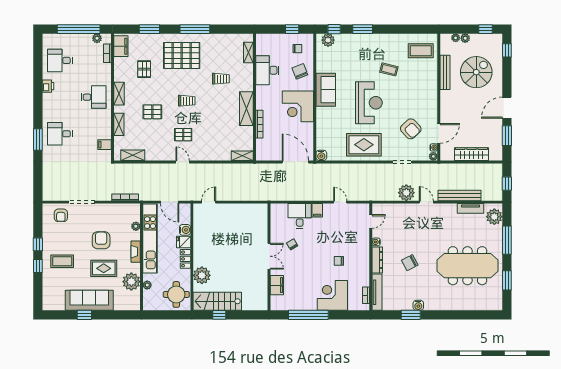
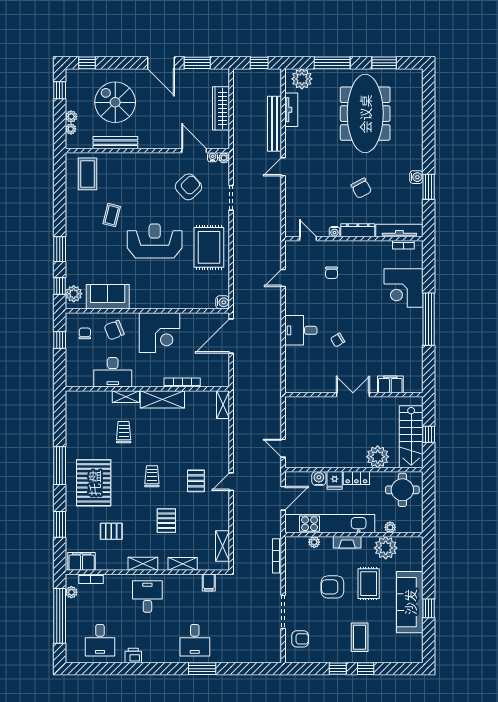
shelving: (248, 52) -> (126, 397), moved
sofa: (326, 90) -> (108, 297), moved
plant: (406, 193) -> (271, 193), removed
filing cabinet: (317, 210) -> (294, 308), removed
double door: (269, 256) -> (353, 395), moved
wall: (269, 257) -> (354, 395), moved
chair: (339, 261) -> (332, 273), moved
filing cabinet: (277, 285) -> (390, 384), moved

